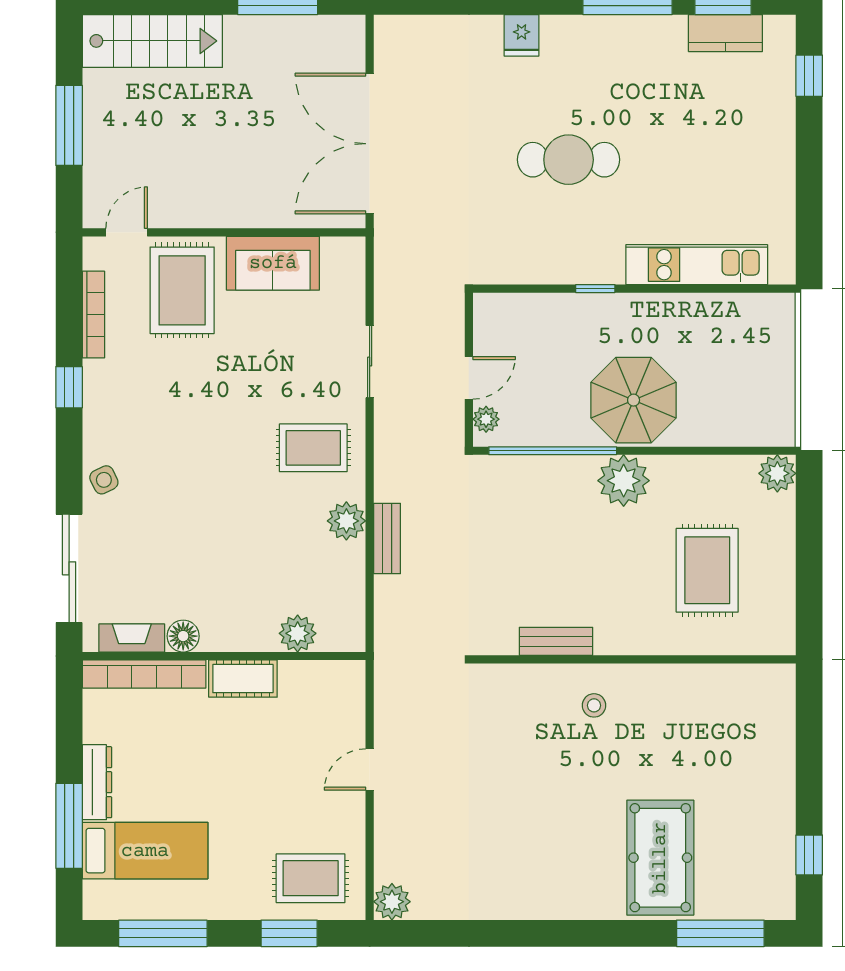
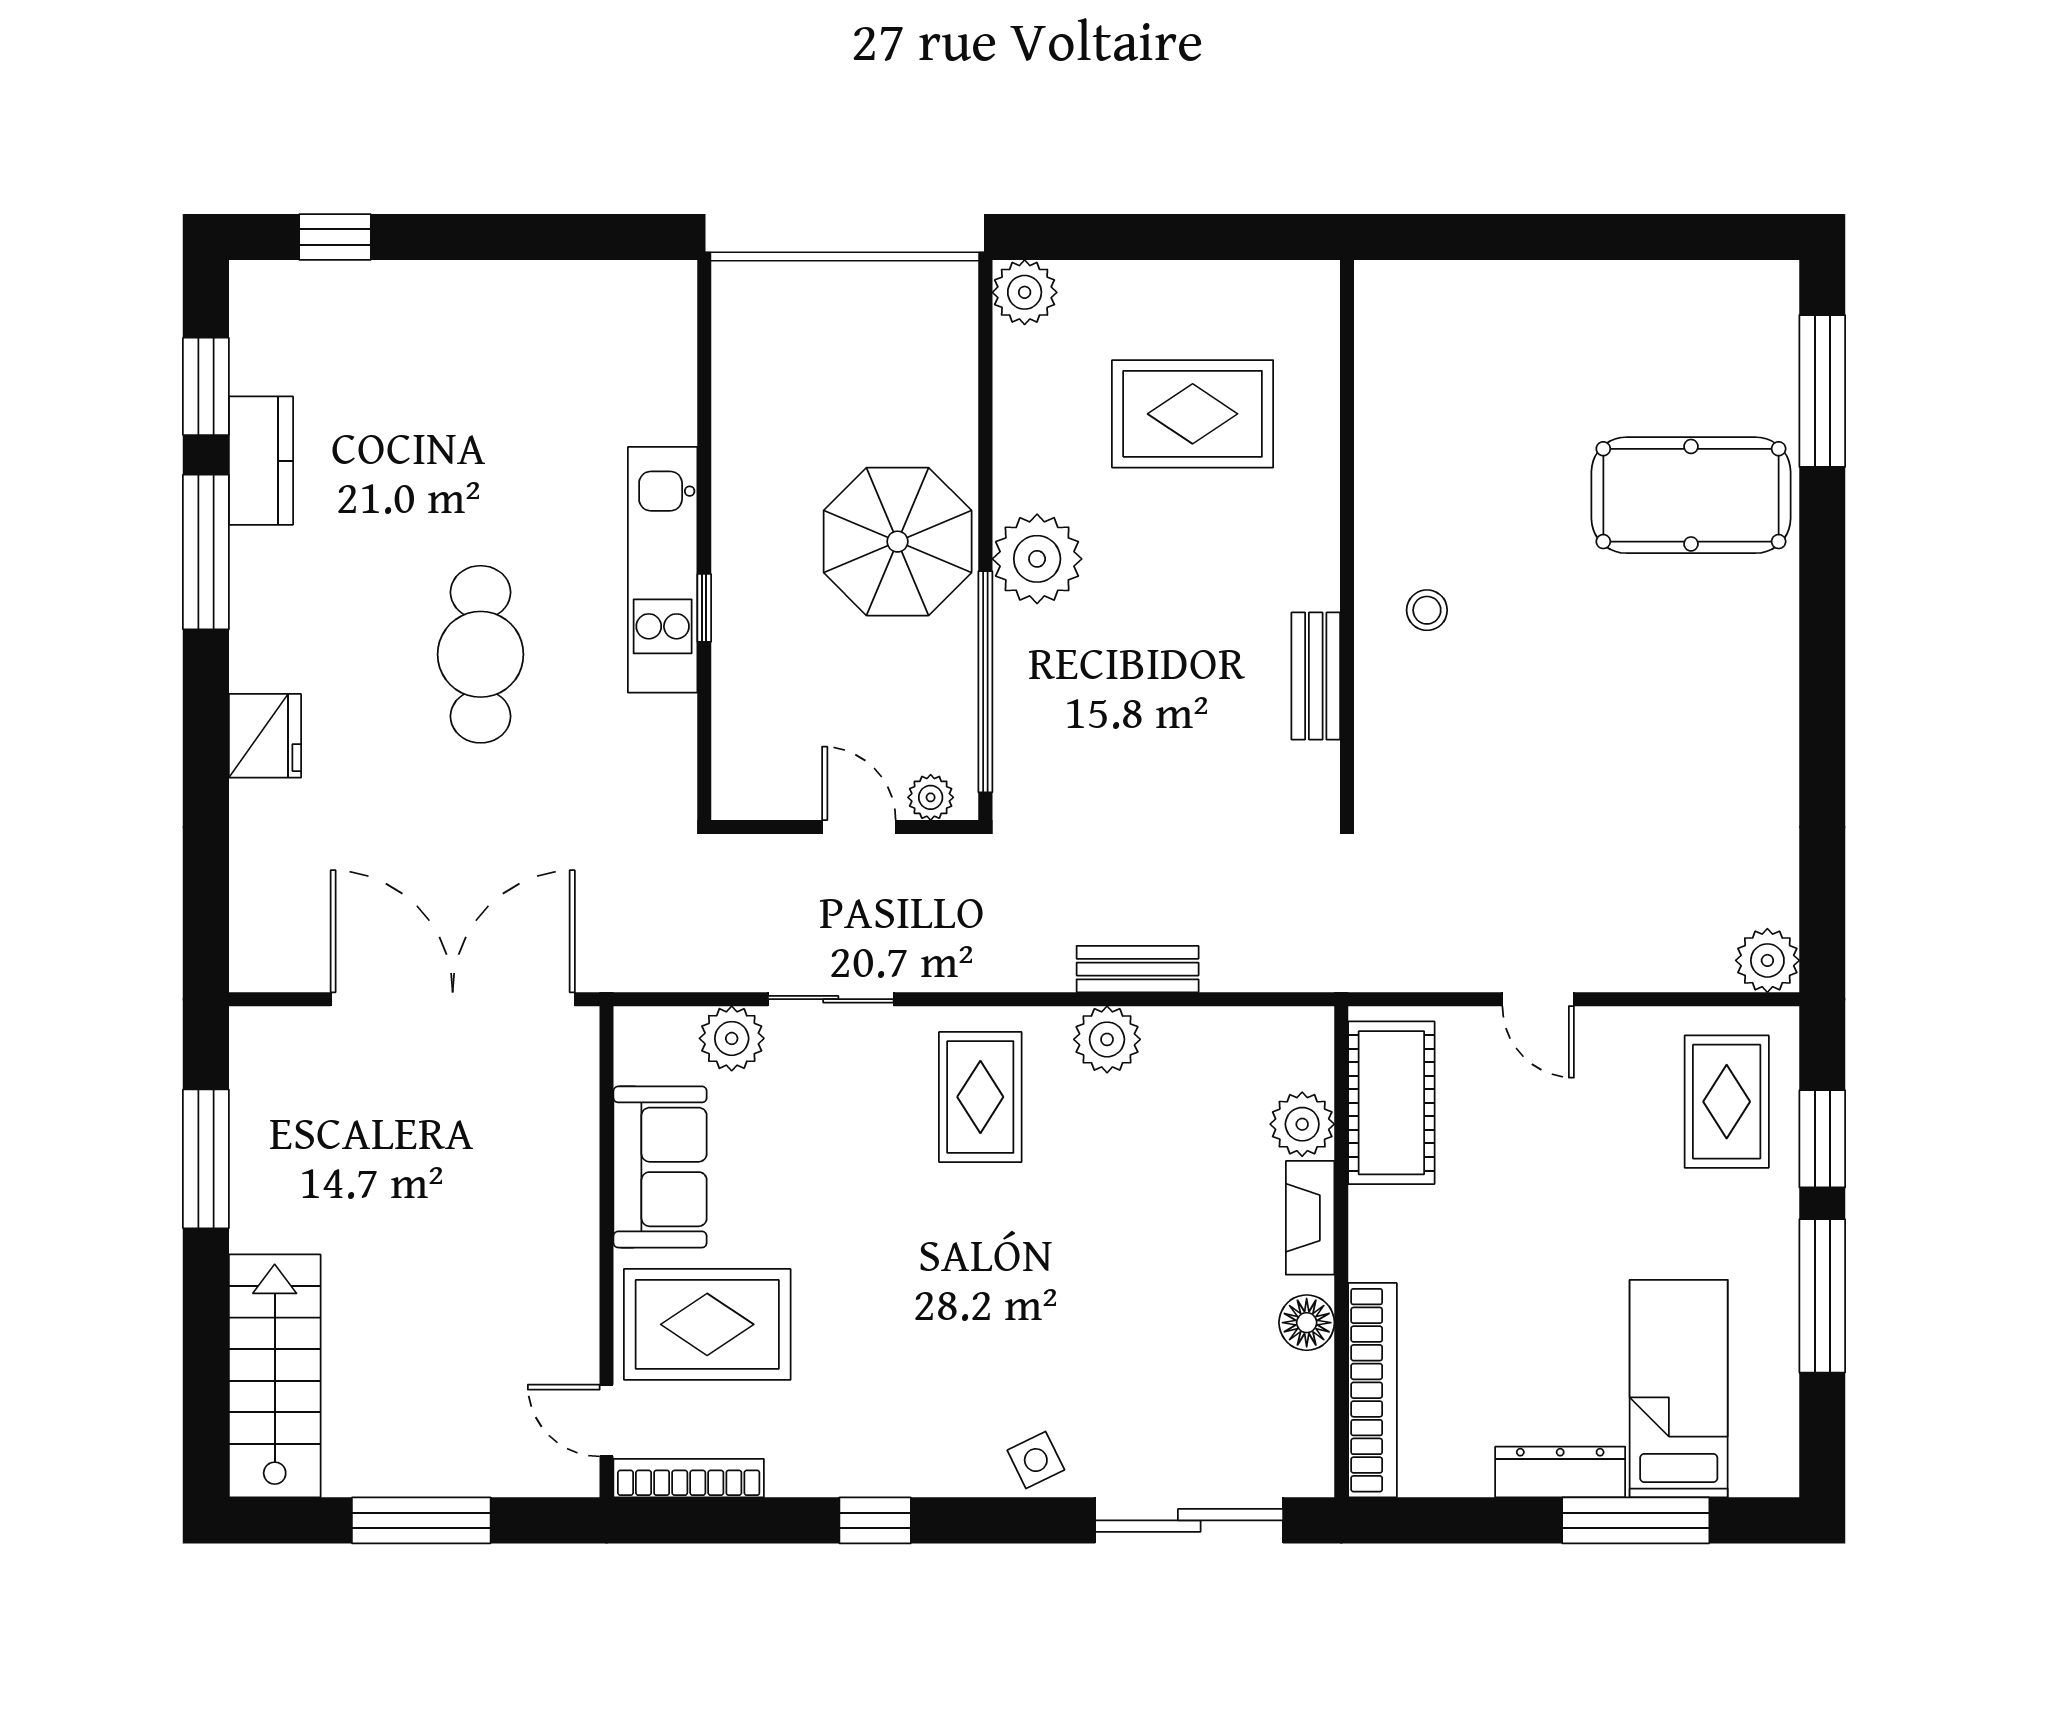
kitchen counter: (725, 33) -> (261, 461), moved
fridge: (522, 35) -> (265, 736), width x1.38
double door: (370, 144) -> (453, 999), swing flipped
kitchen unit: (697, 265) -> (663, 570), moved
plant: (347, 304) -> (732, 1038), added
bookcase: (93, 315) -> (689, 1478), moved
fireplace: (132, 638) -> (1310, 1218), moved
cot: (243, 679) -> (1391, 1103), moved, width x1.37, depth x1.34
window: (809, 855) -> (1686, 237), removed
window: (163, 933) -> (1822, 1296), moved

